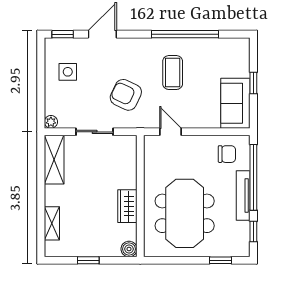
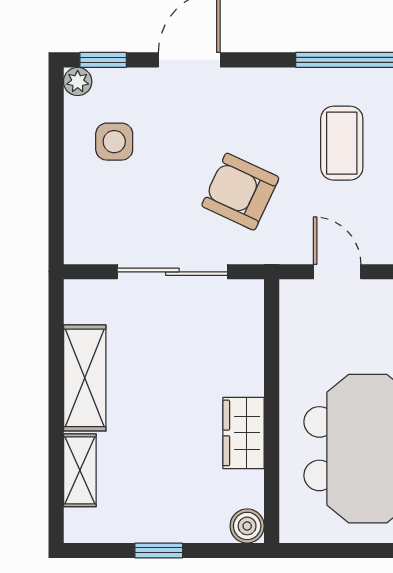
plant: (51, 122) -> (78, 82), moved
sliding door: (95, 132) -> (172, 272), width x1.37
shelving: (54, 160) -> (85, 378), moved

